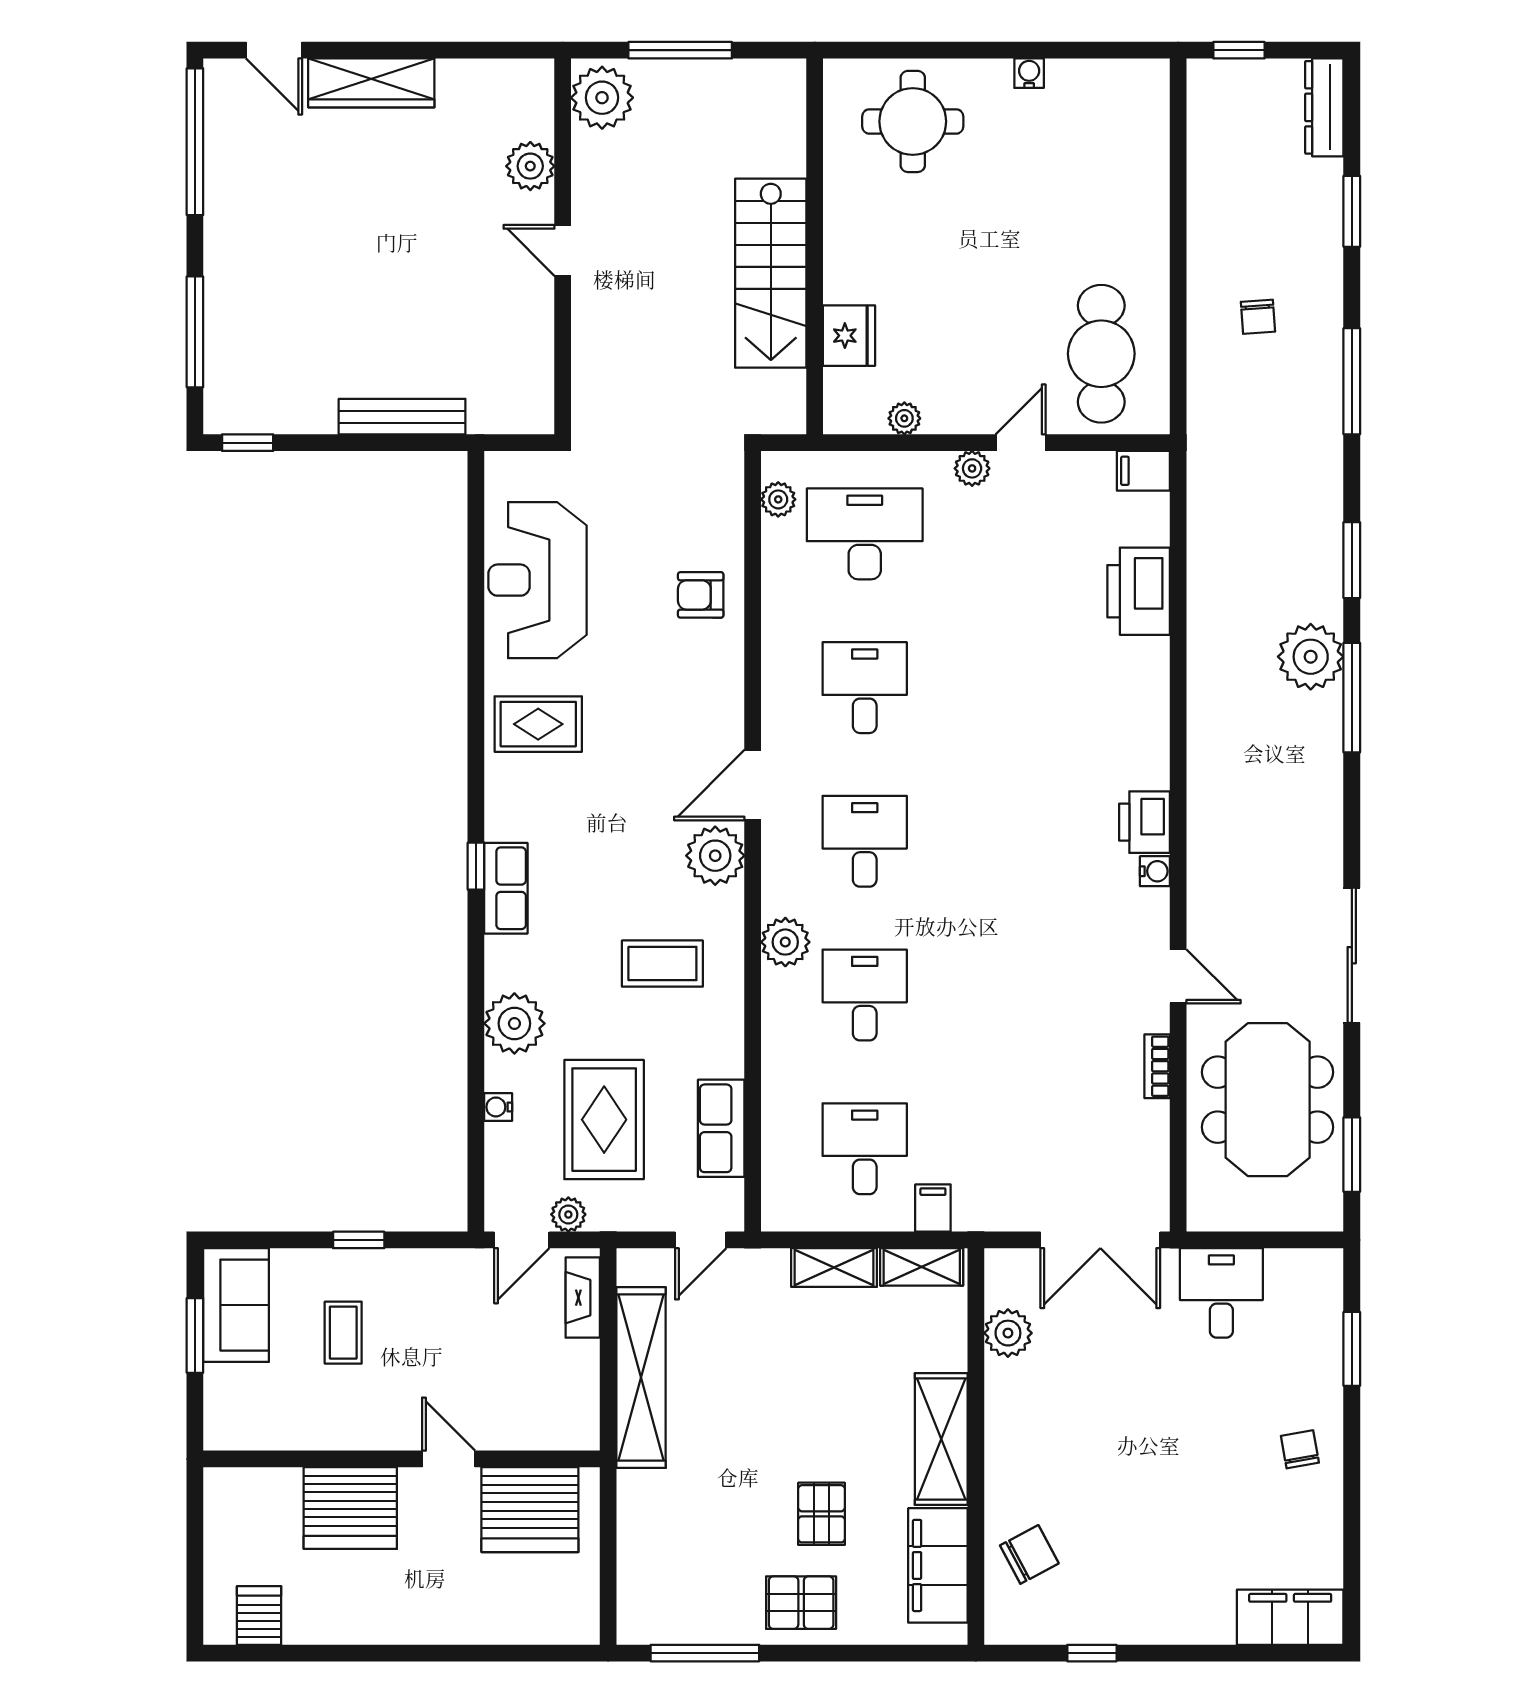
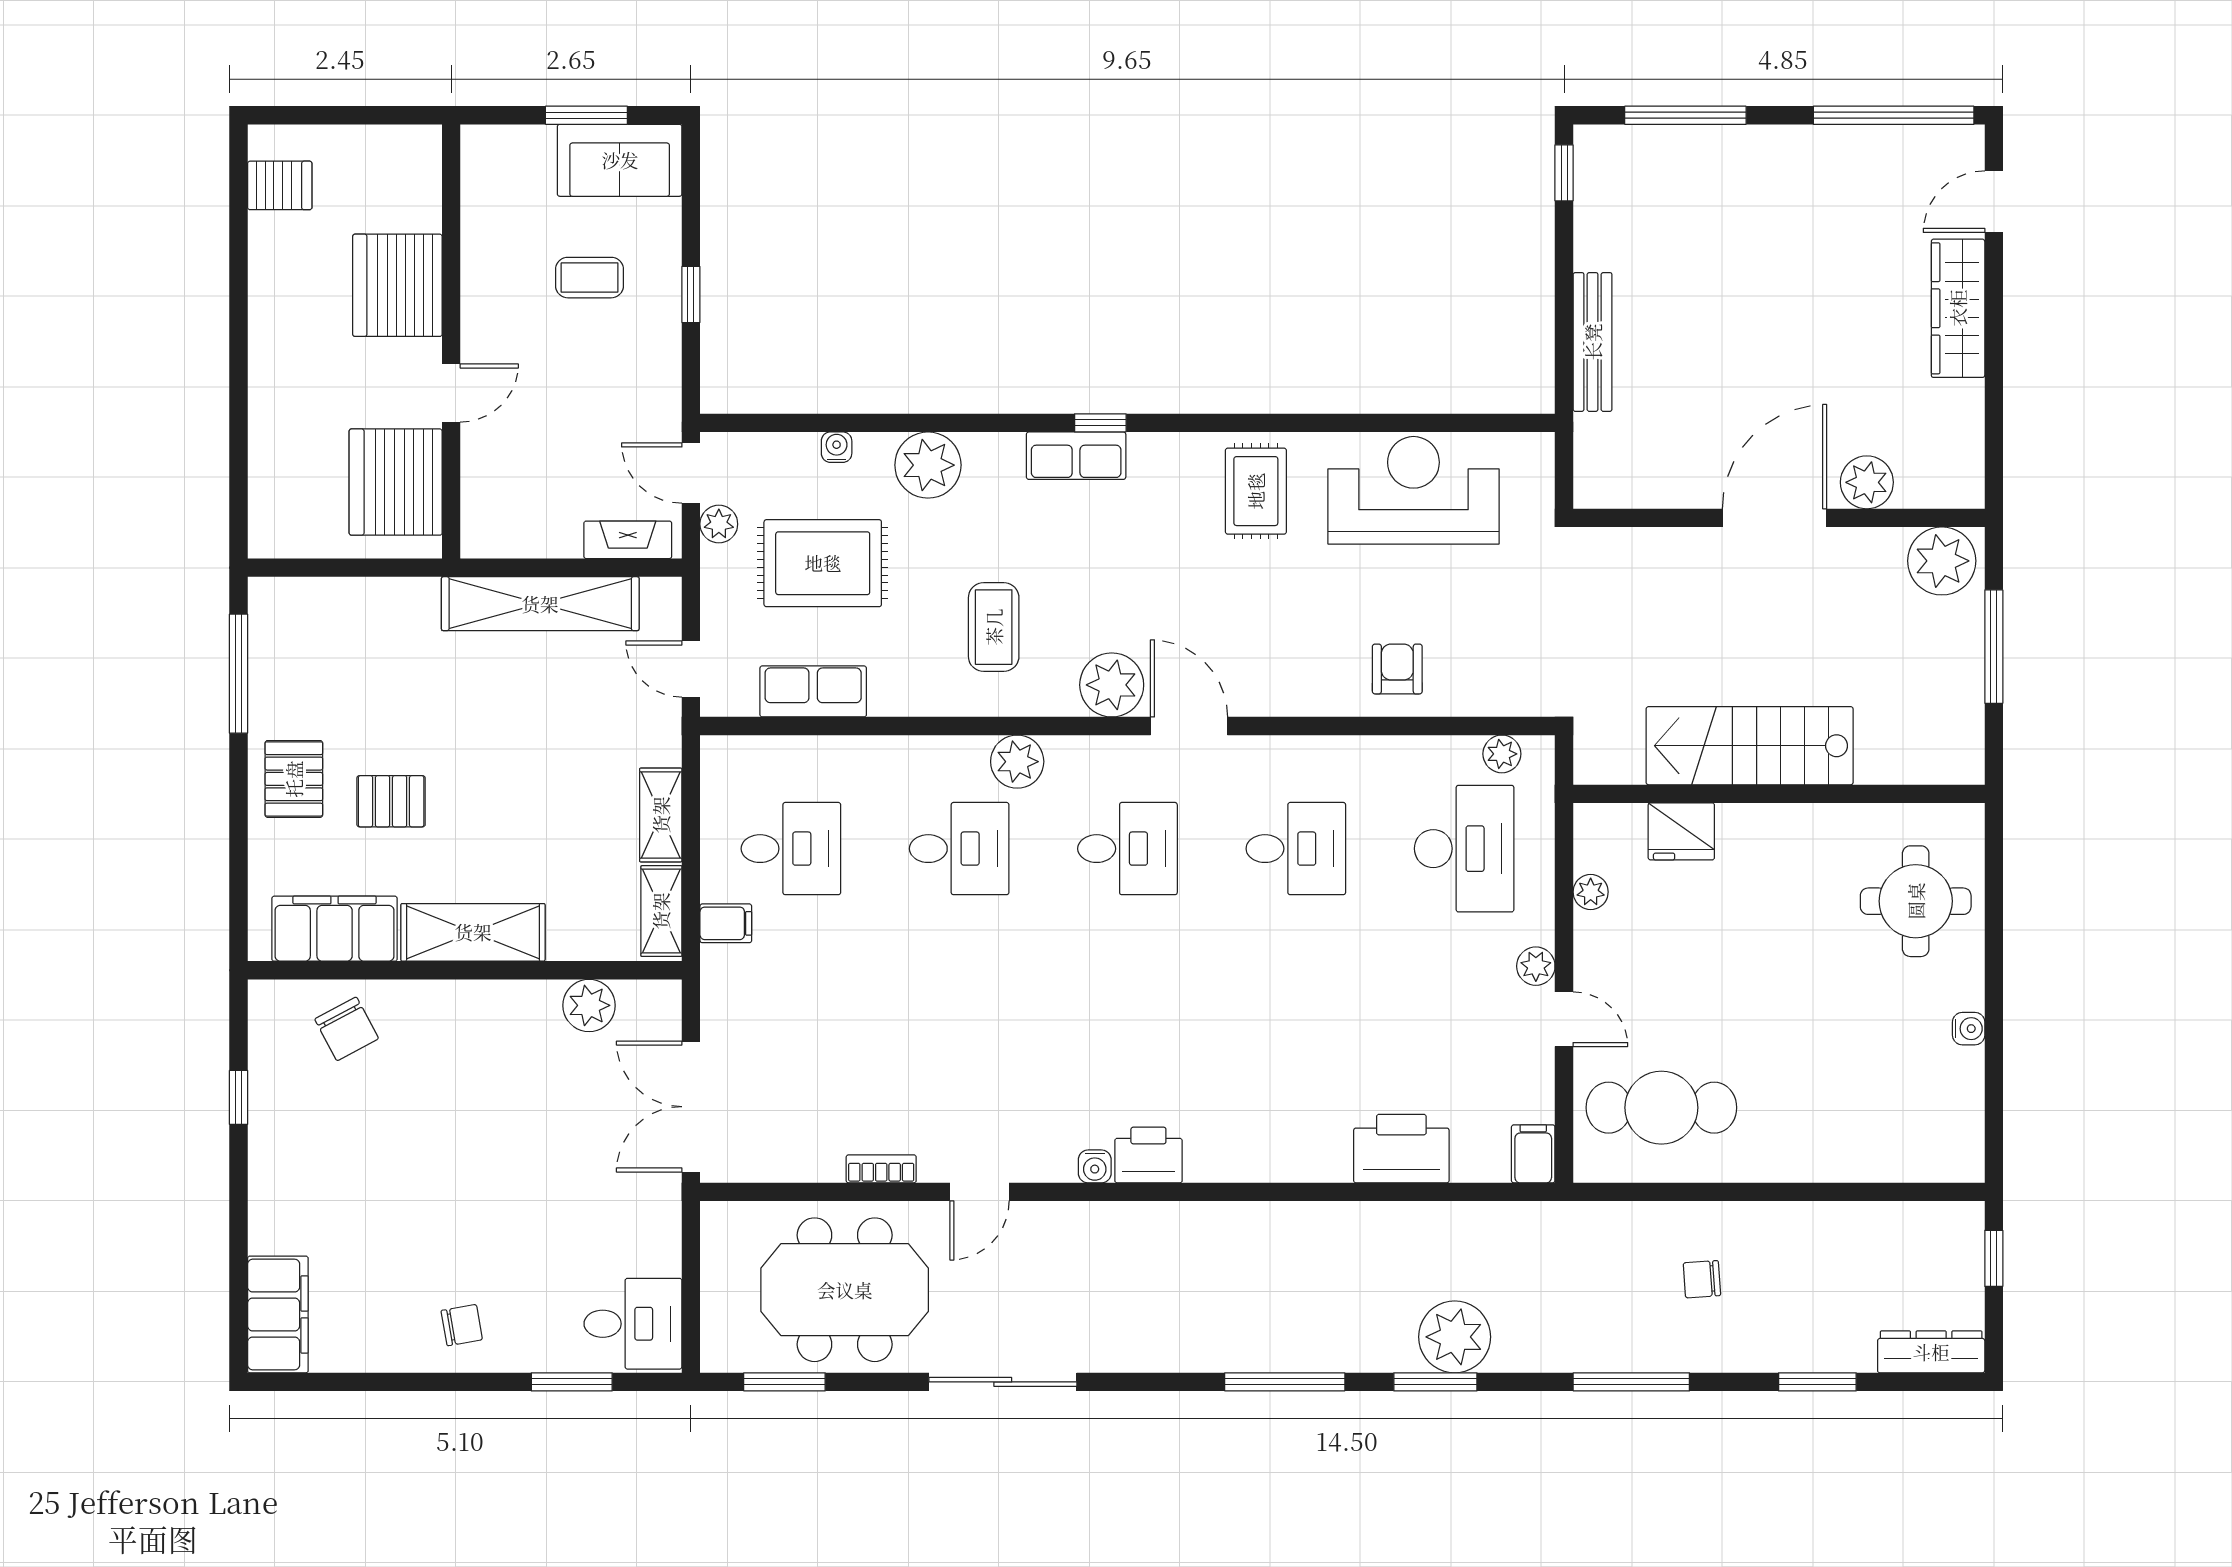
door: (563, 250) -> (1775, 518), width x1.88
plant: (1311, 657) -> (1455, 1337), moved
desk: (1221, 1293) -> (633, 1324), moved

